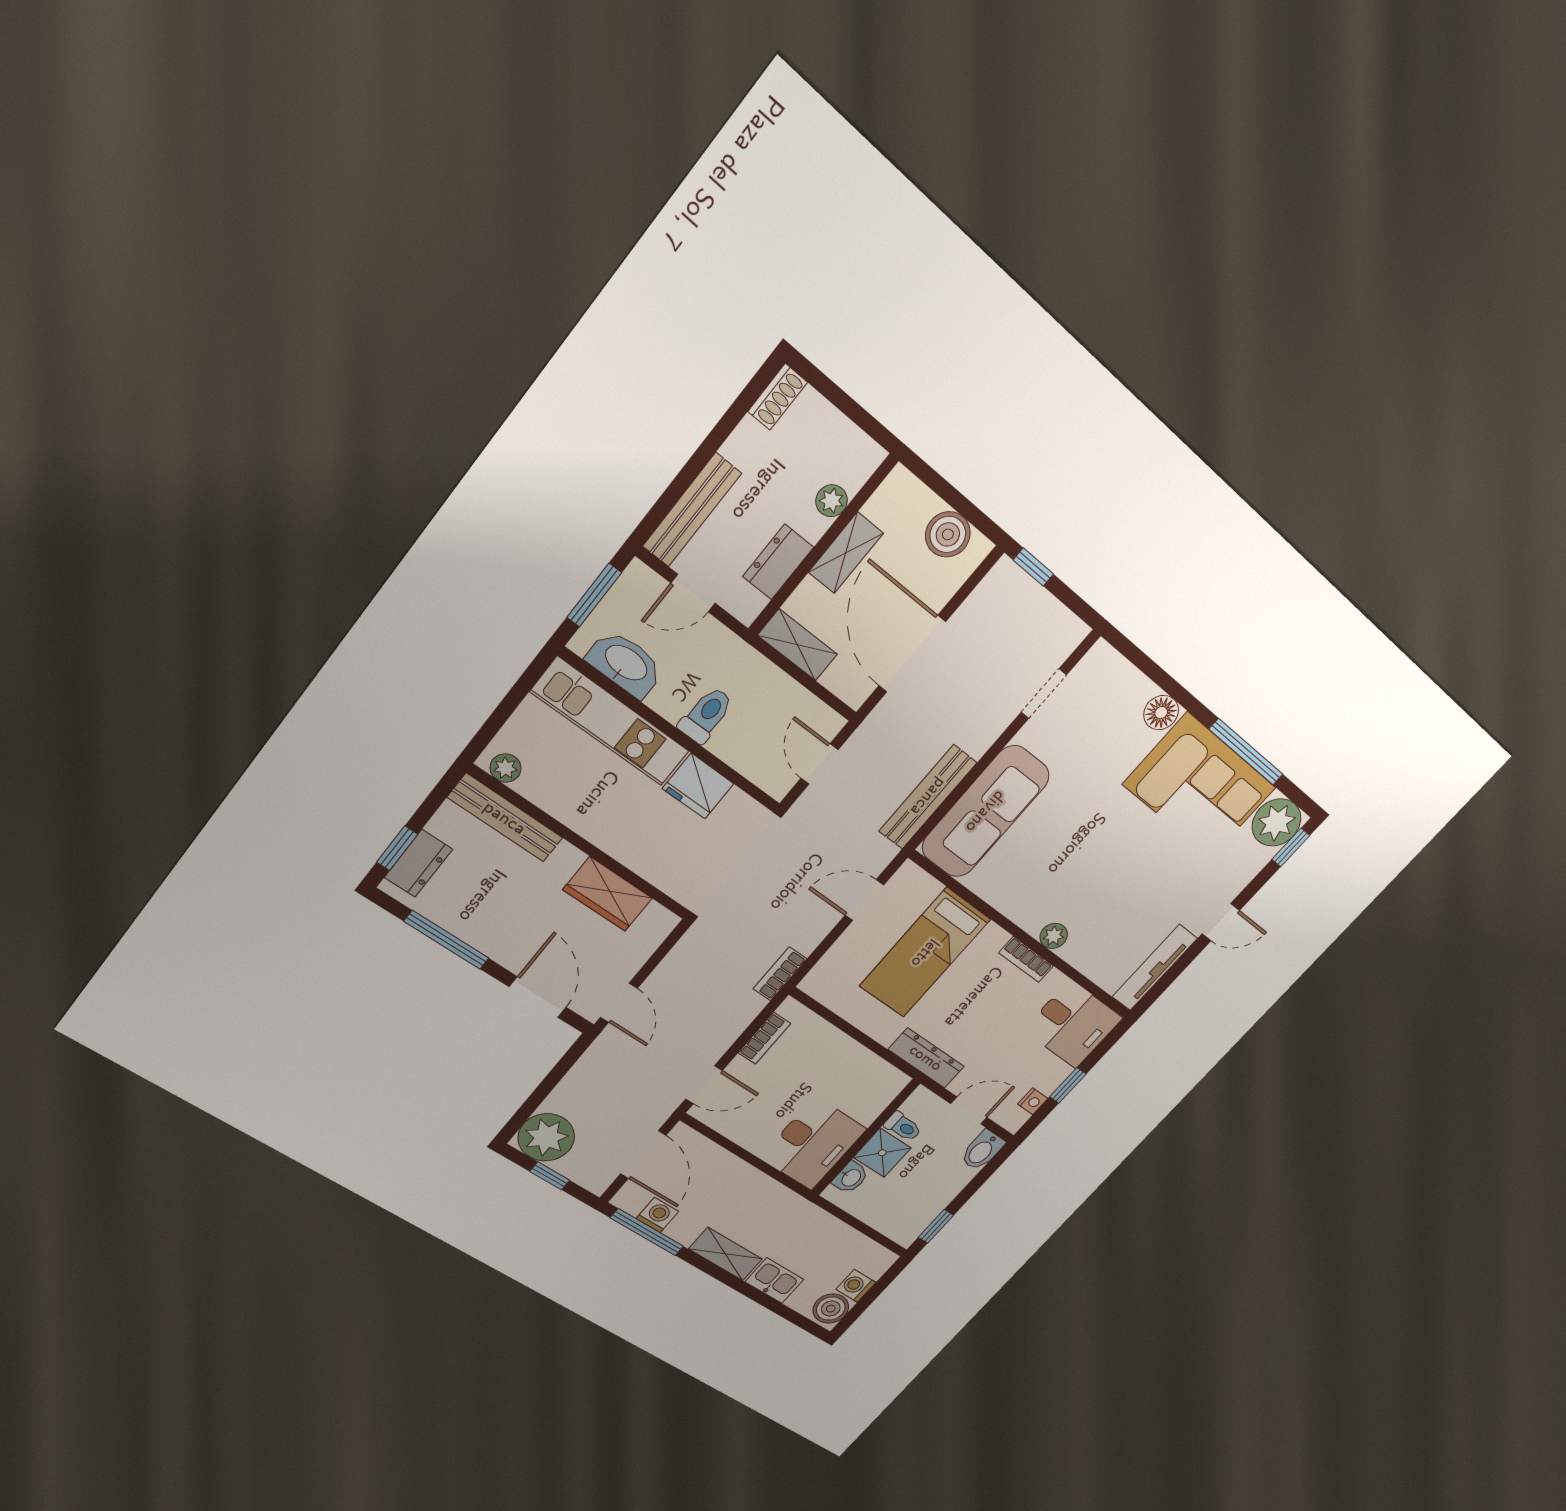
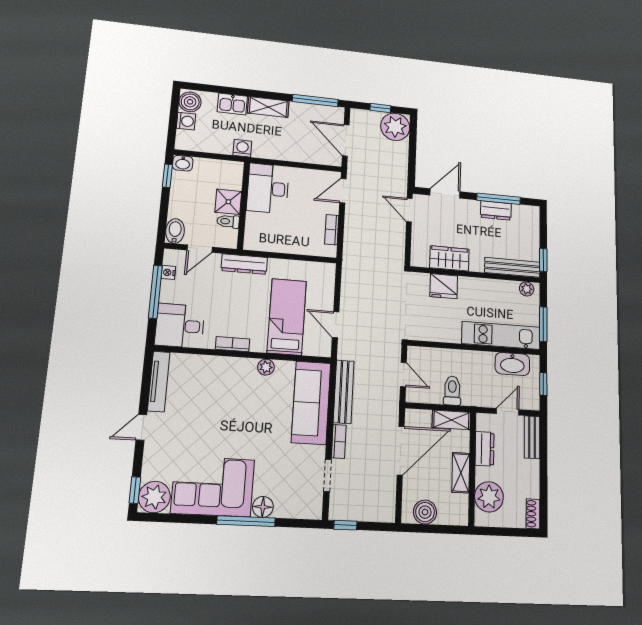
plant: (831, 501) -> (489, 497), width x1.88, depth x1.88
bench: (692, 510) -> (532, 437), width x0.73
window: (1033, 567) -> (345, 525), moved
window: (594, 595) -> (543, 384), width x0.67
door: (912, 654) -> (401, 451), hinge flipped
window: (518, 692) -> (543, 324), added
toilet: (706, 715) -> (452, 391), moved, turned 180
window: (1246, 752) -> (246, 521), moved
fridge: (698, 786) -> (444, 286), moved, turned 180
window: (397, 848) -> (543, 260), moved
dresser: (418, 863) -> (496, 210), moved, turned -90
door: (864, 900) -> (336, 325), swing flipped
plant: (1054, 936) -> (266, 367), moved
bookcase: (780, 974) -> (339, 441), moved
door: (538, 997) -> (445, 193), swing flipped
window: (1068, 1085) -> (155, 292), width x2.17
washbasin: (851, 1178) -> (183, 163), moved, turned -90
washing machine: (657, 1215) -> (242, 148), moved, turned 180

